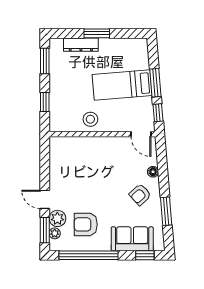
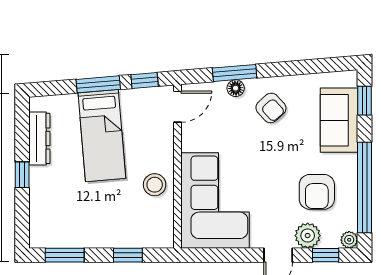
window: (97, 33) -> (22, 175), width x0.67
dresser: (81, 45) -> (39, 138), moved
corner sofa: (80, 158) -> (215, 201), added
window: (166, 211) -> (235, 73), moved
window: (45, 230) -> (326, 255), width x0.67
plant: (55, 233) -> (349, 240), moved

